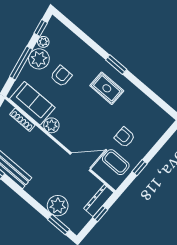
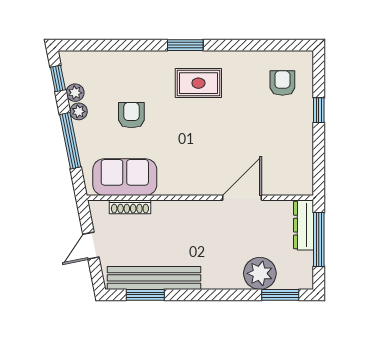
plant: (39, 59) -> (79, 111), width x0.53, depth x0.53
plant: (51, 125) -> (170, 184), removed
armchair: (125, 137) -> (282, 83), moved, turned 90
coffee table: (116, 162) -> (285, 162), removed
window: (140, 168) -> (319, 110), moved
window: (100, 214) -> (319, 239), width x2.17

